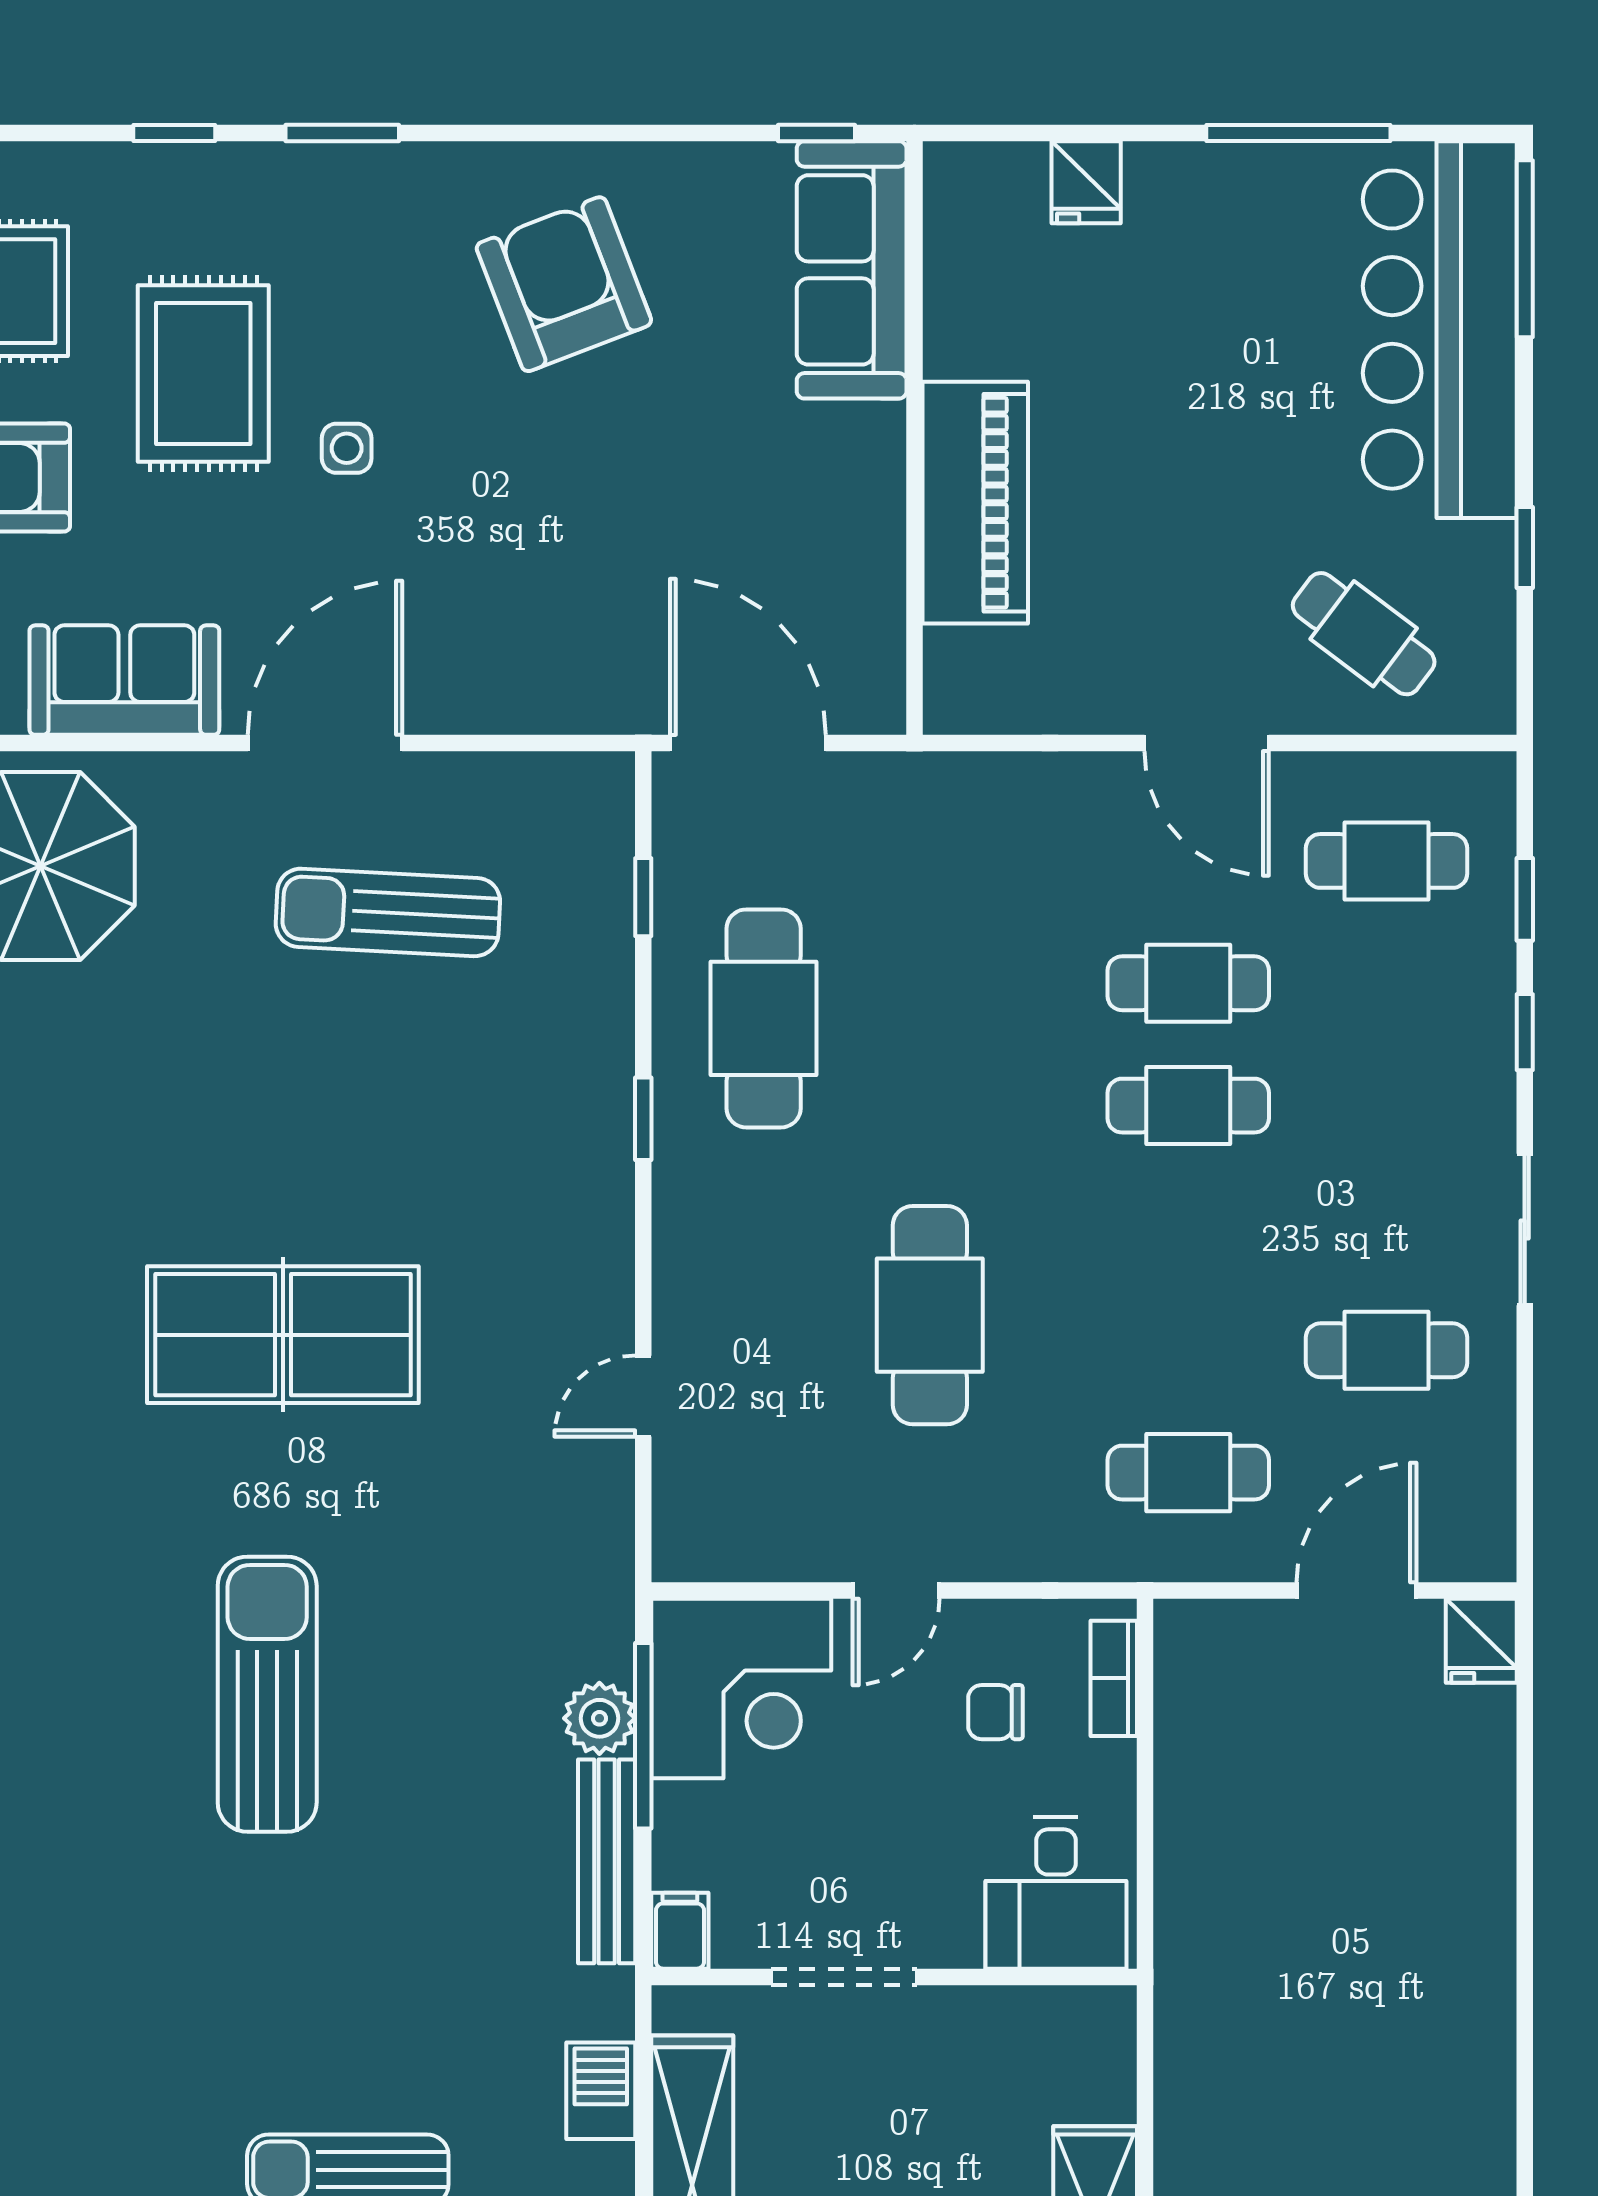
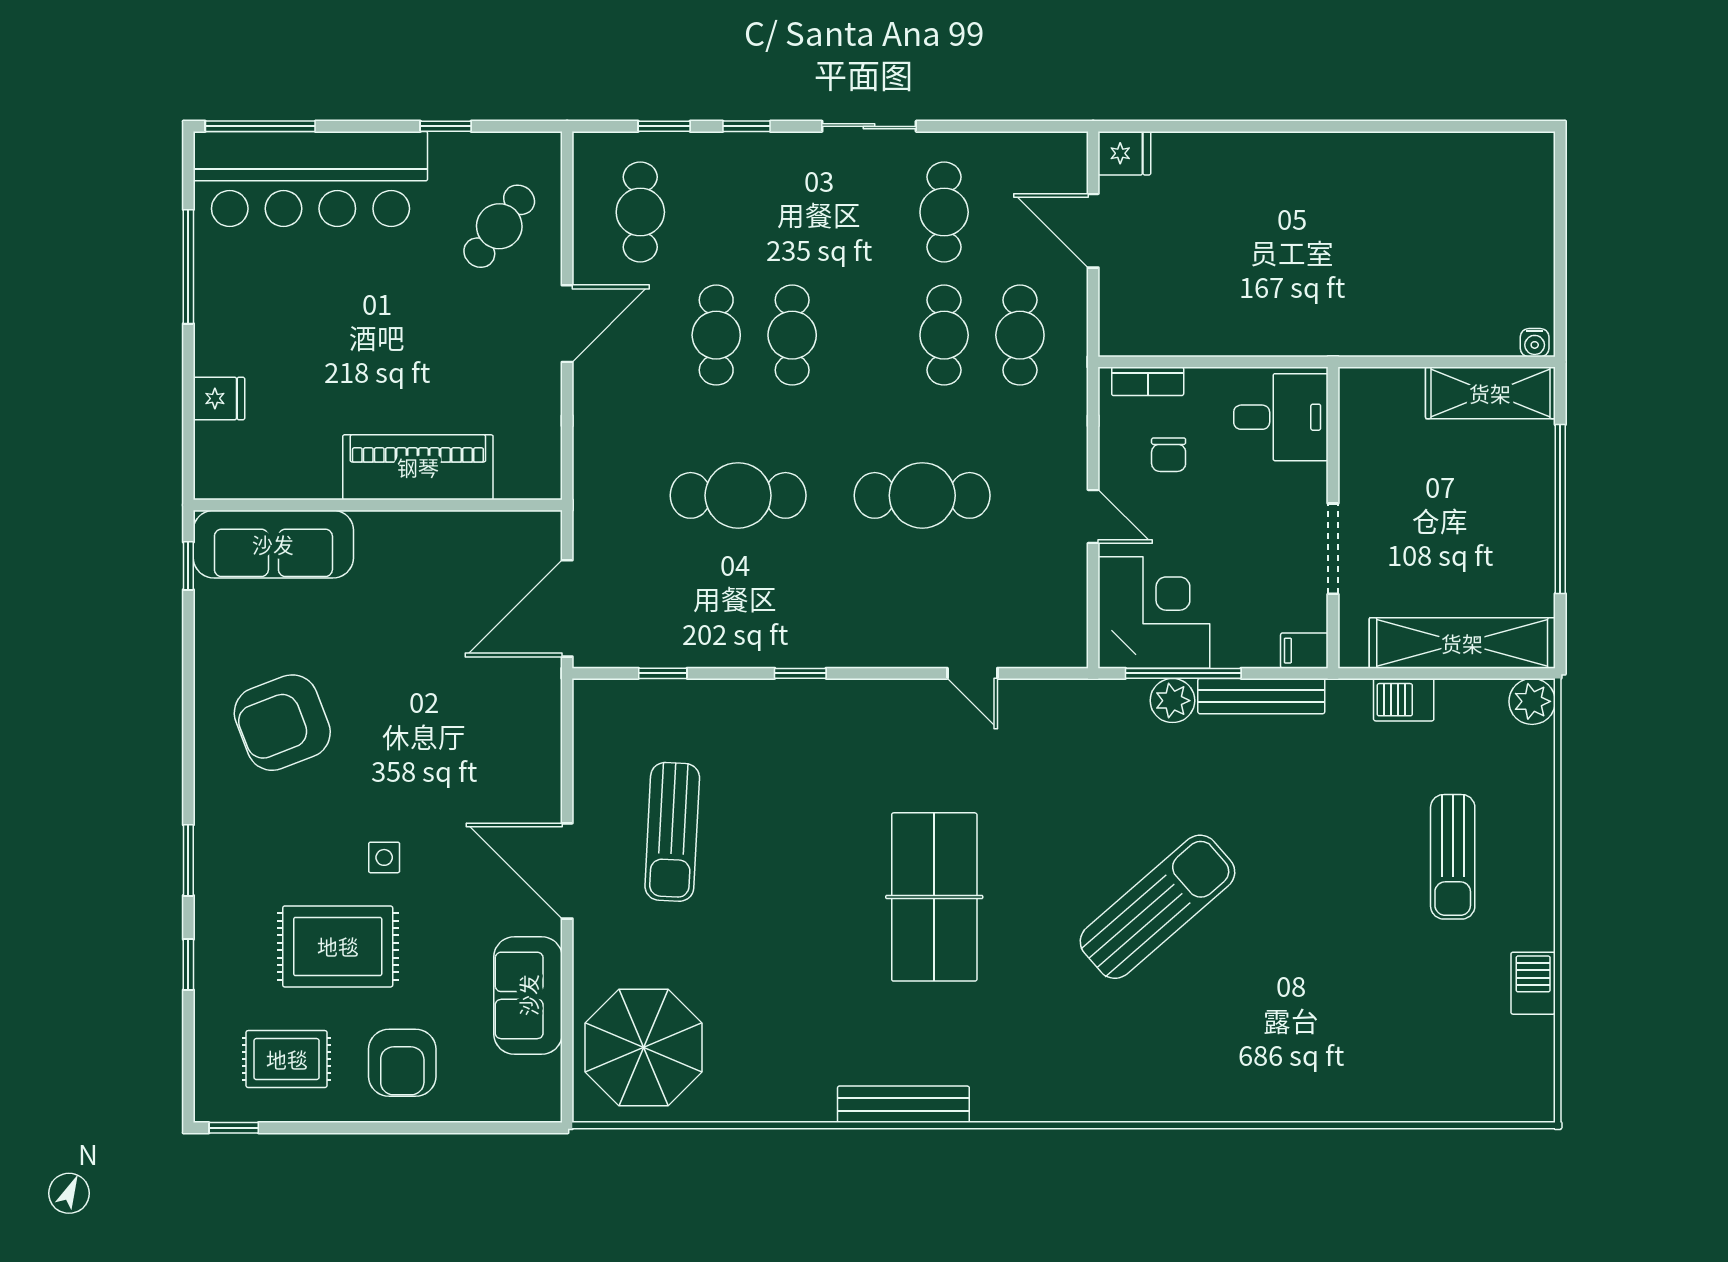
cafe table: (764, 1018) -> (738, 495), moved
cafe table: (1188, 1350) -> (944, 335), added
sun lounger: (267, 1694) -> (1158, 907), turned 139

